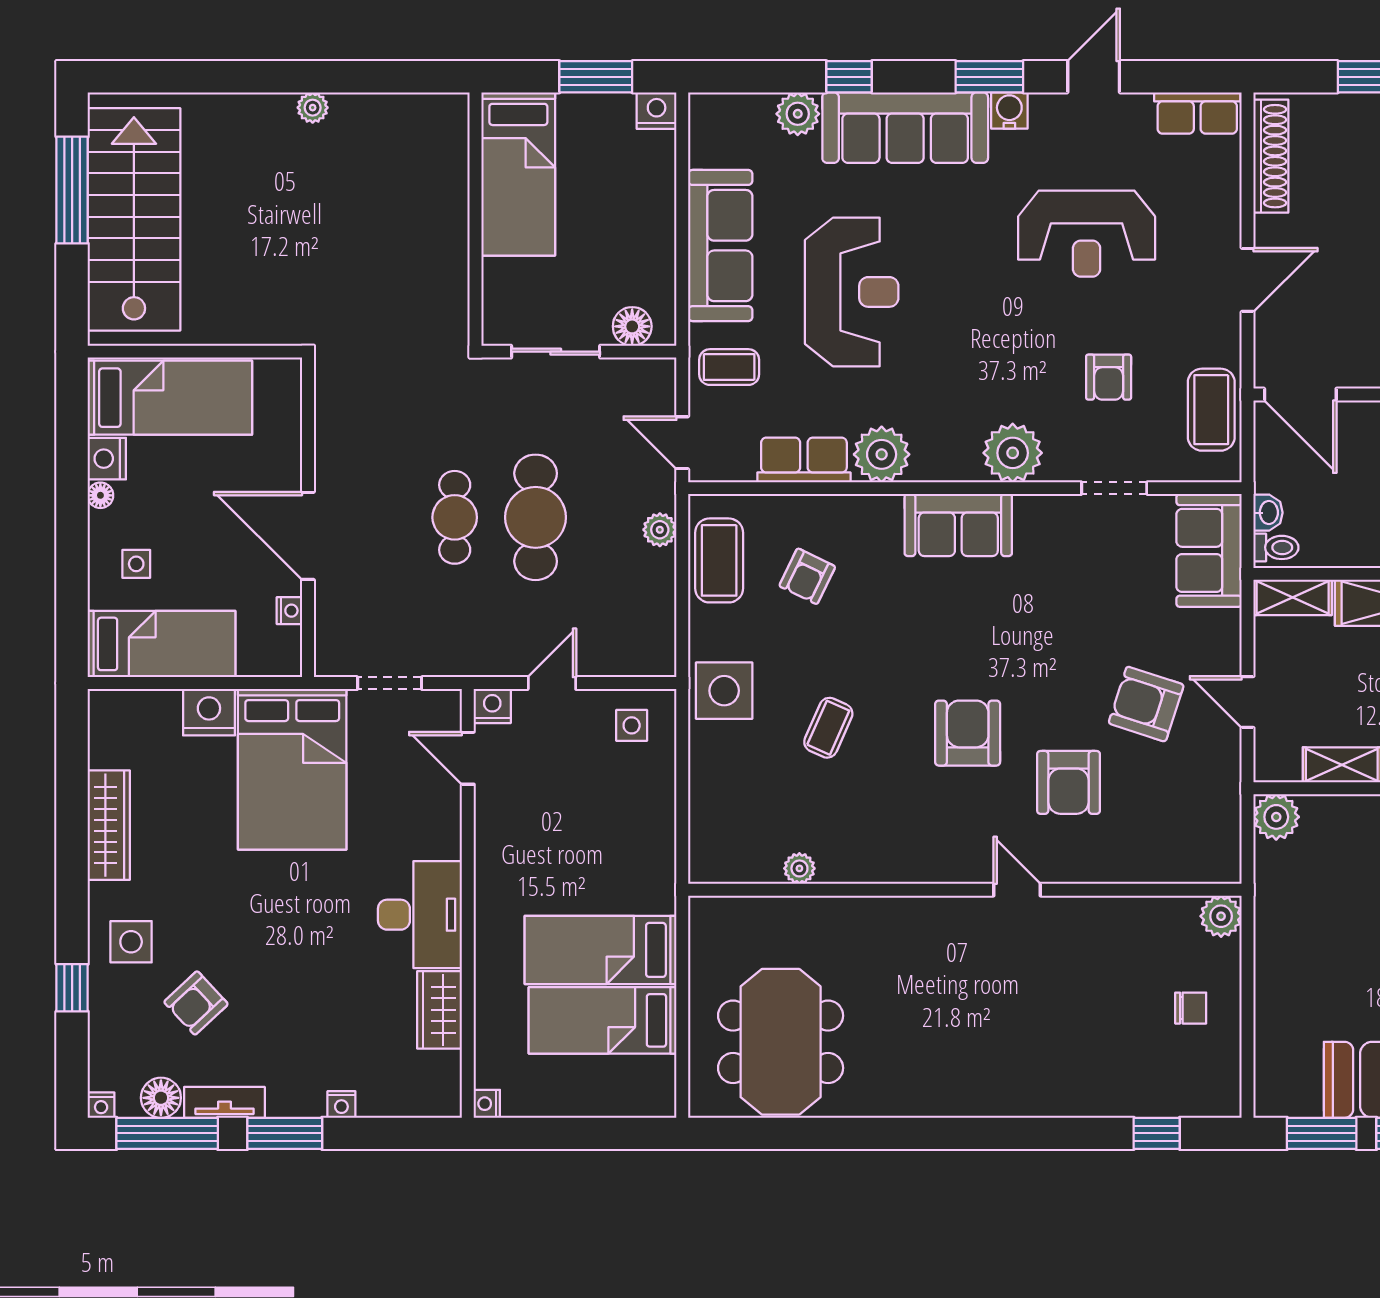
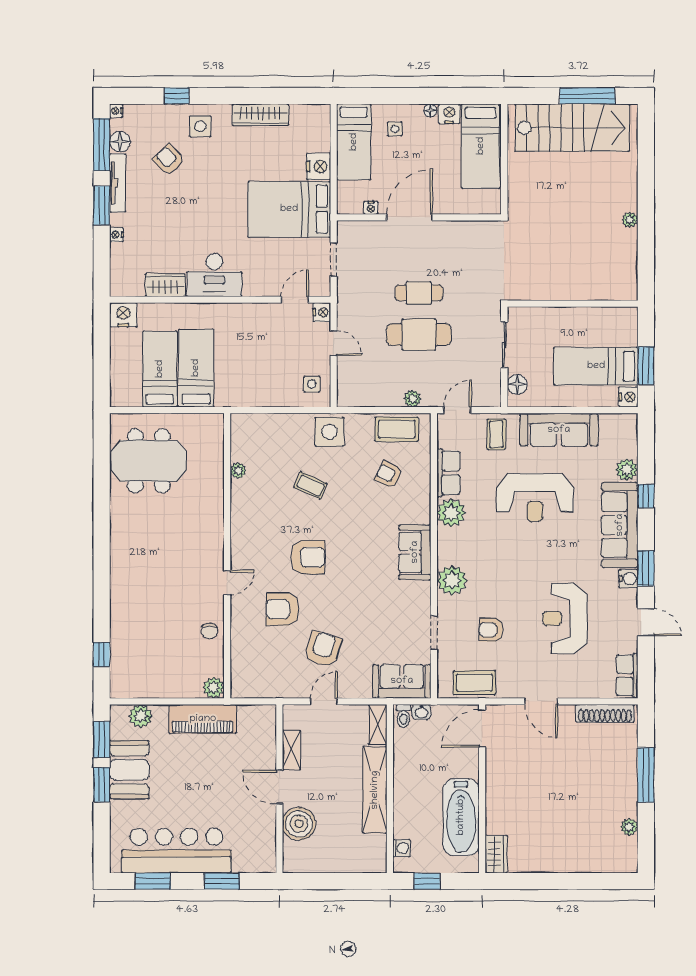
bed: (518, 174) -> (596, 366), moved
plant: (1276, 817) -> (141, 716), moved
piano: (1282, 937) -> (203, 719), added
chair: (1191, 1008) -> (210, 631), moved
tv unit: (224, 1102) -> (118, 183), width x1.41
nightstand: (487, 1104) -> (123, 315), width x1.89, depth x1.79

